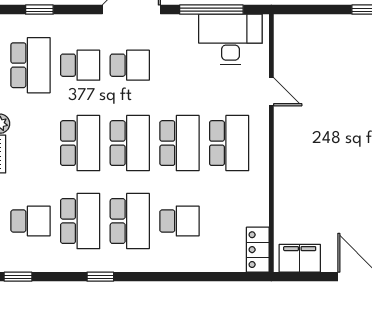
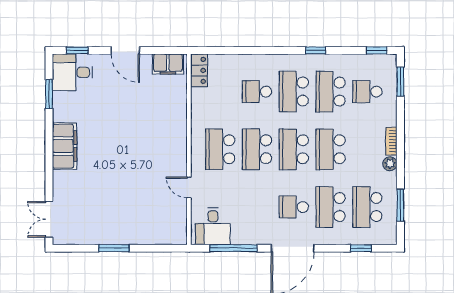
desk: (230, 39) -> (213, 226), width x0.73
school desk: (80, 65) -> (331, 207), width x1.85

